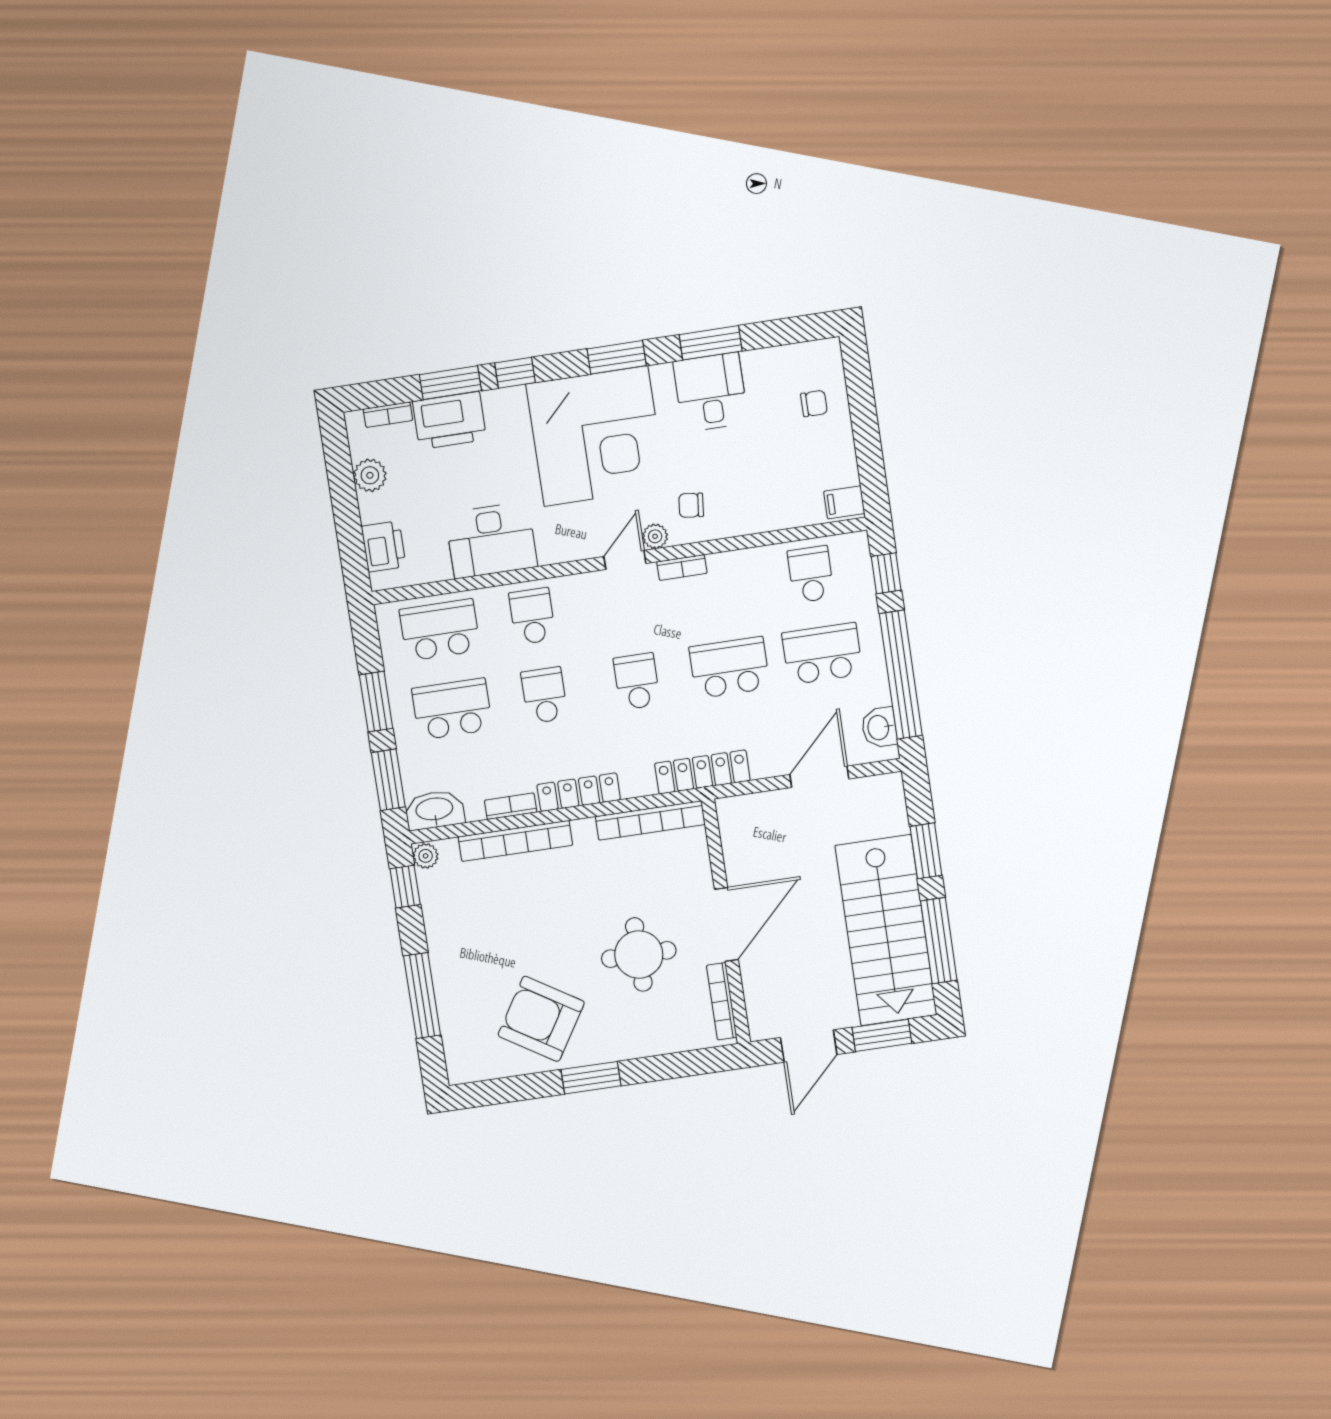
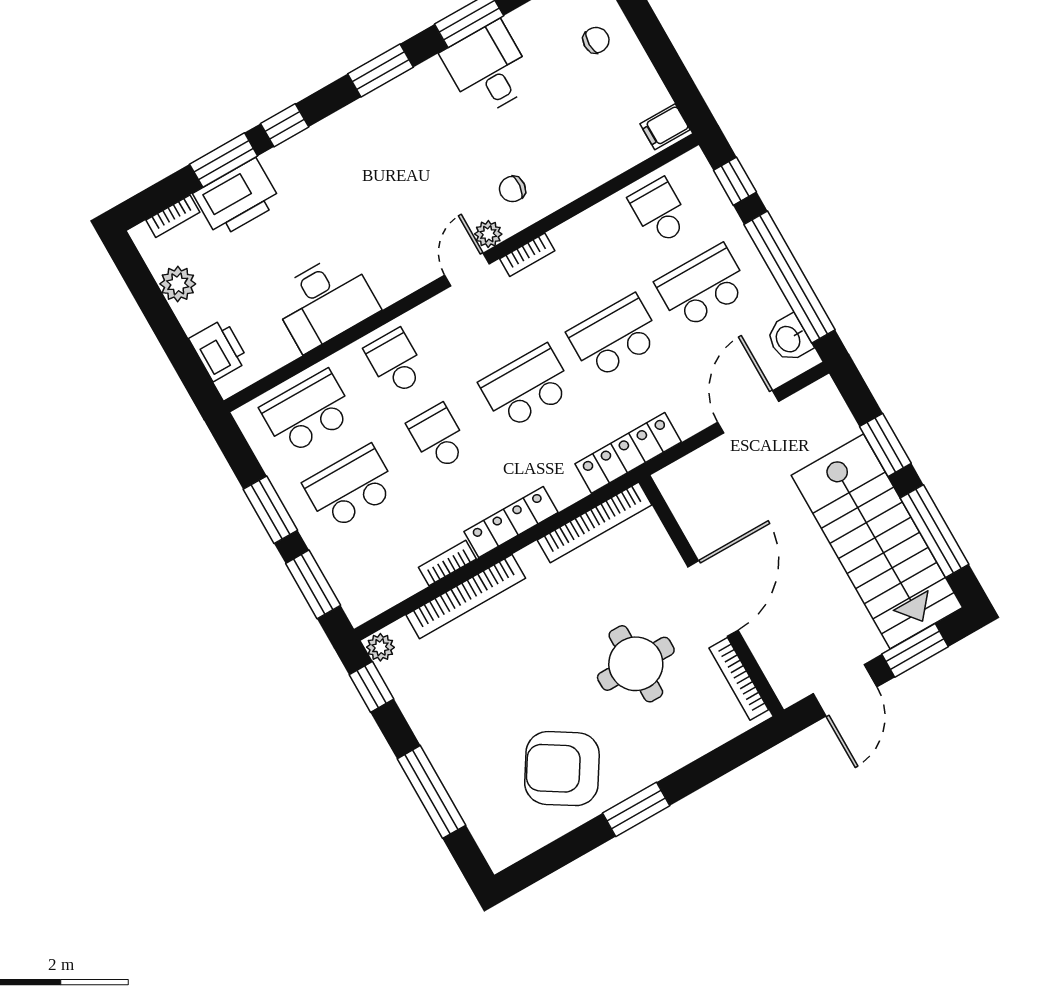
corner desk: (596, 436) -> (390, 157), removed
school desk: (637, 681) -> (526, 387), width x1.85
washbasin: (434, 810) -> (372, 597), removed

